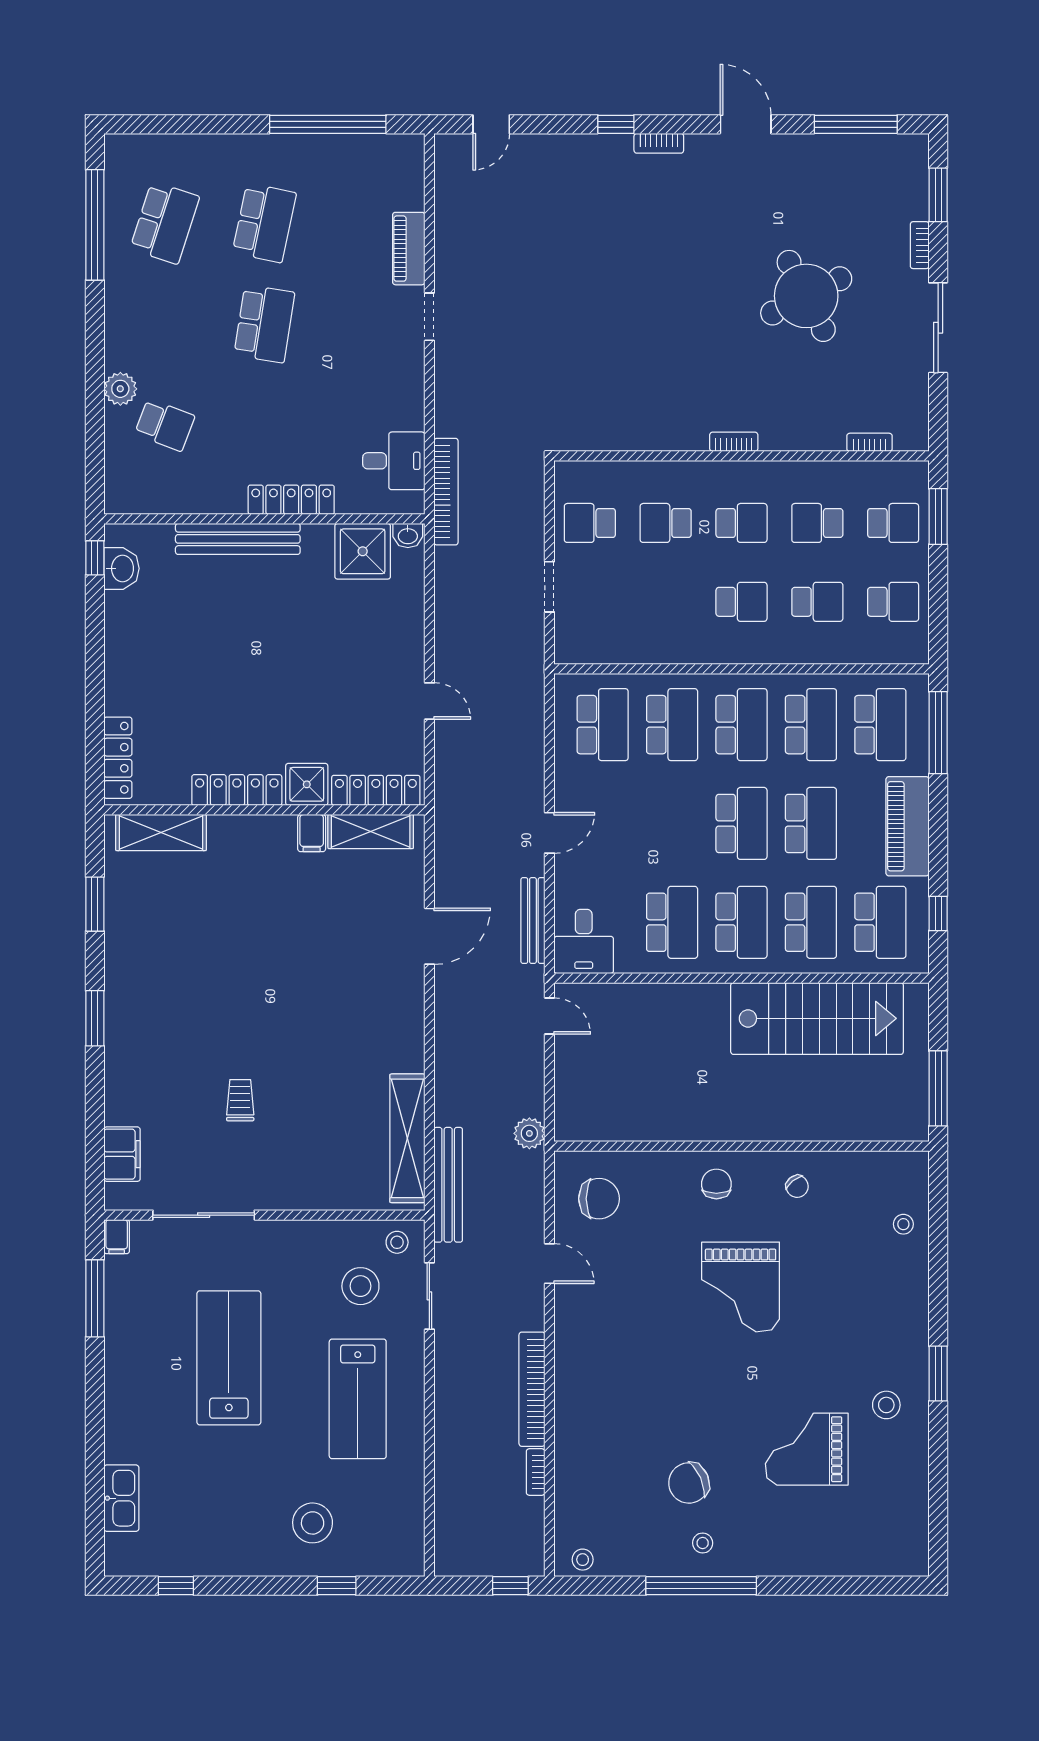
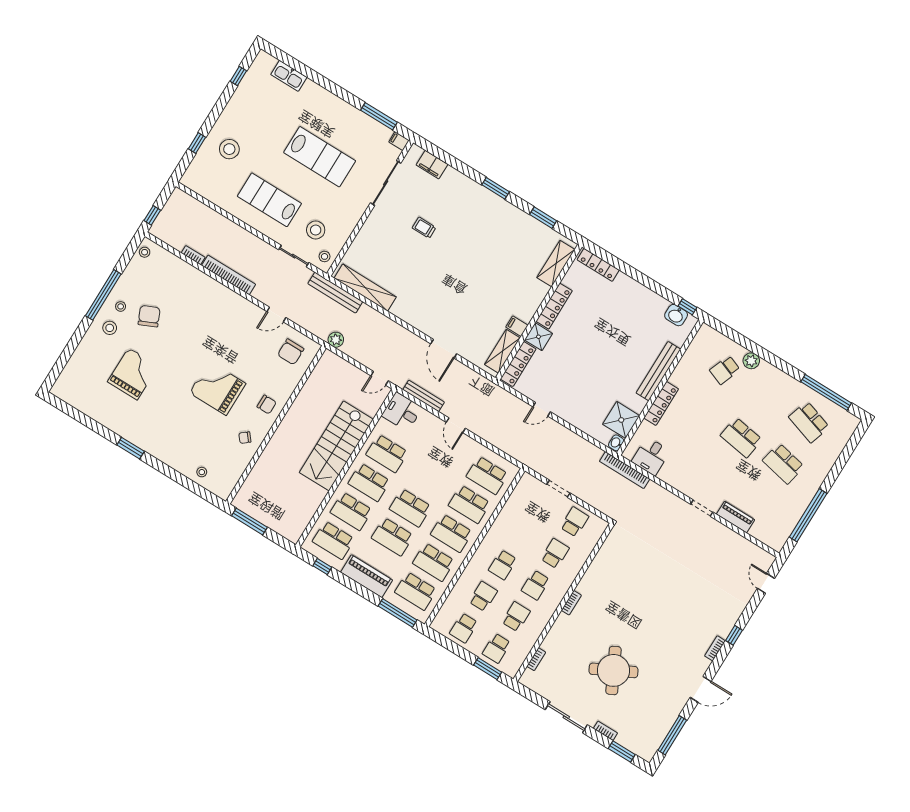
school desk: (817, 602) -> (483, 596), turned 180
stairs: (817, 1018) -> (336, 446), moved
trolley: (240, 1100) -> (424, 228), turned 180
stool: (886, 1405) -> (110, 328), moved

